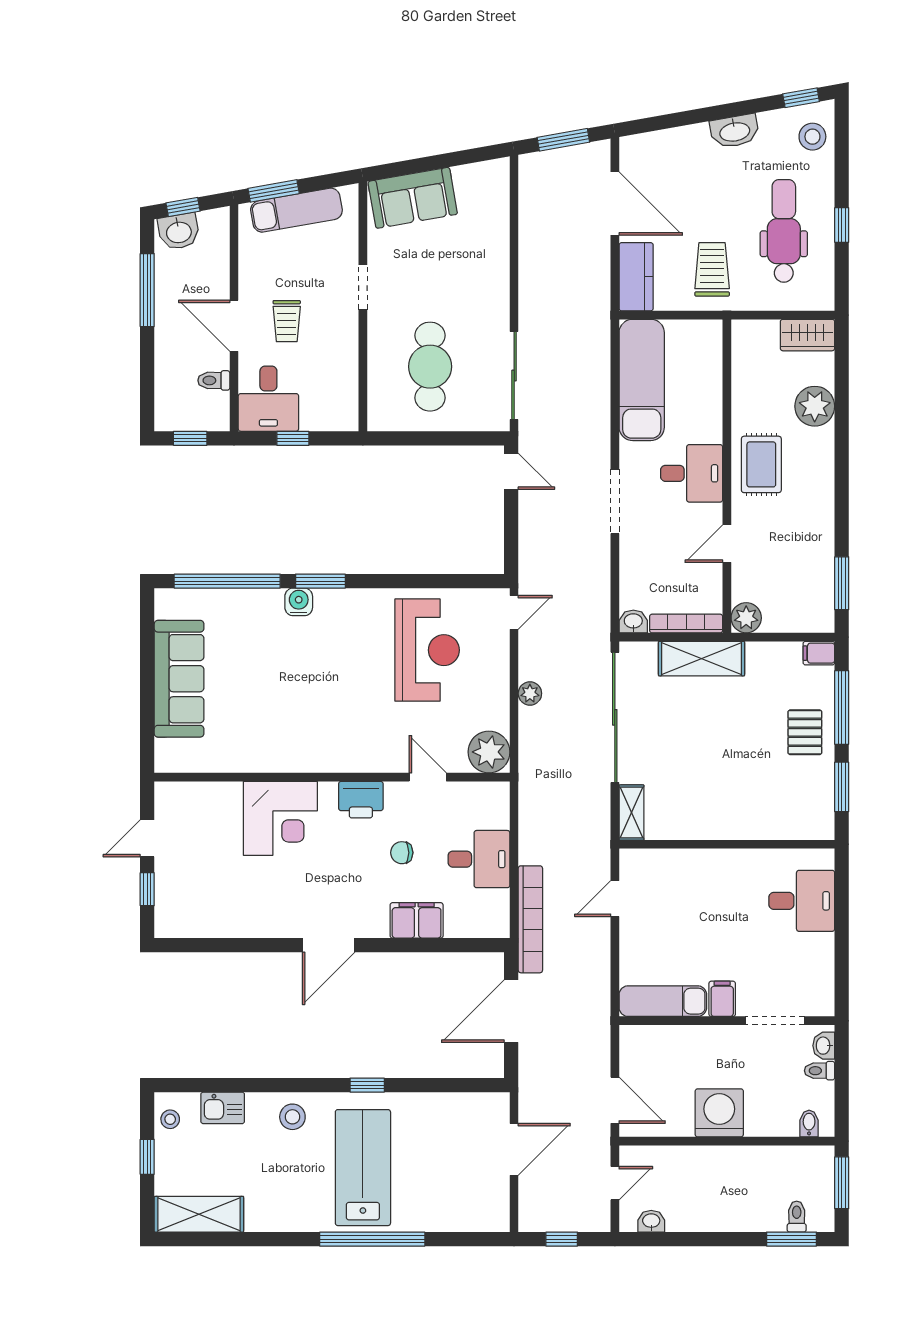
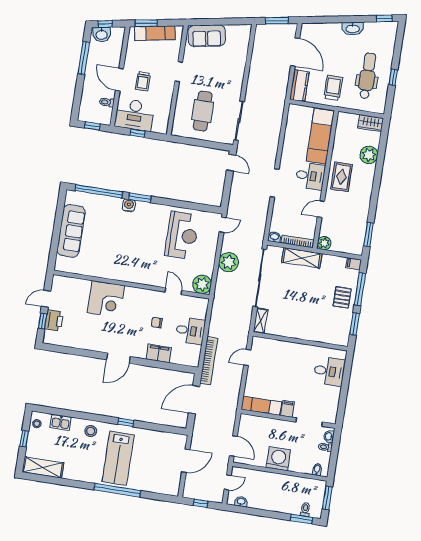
stool: (812, 137) -> (386, 36), removed
exam couch: (642, 380) -> (320, 136), moved, turned 180
desk: (268, 399) -> (134, 115), width x1.37
plant: (530, 693) -> (229, 262), width x1.88, depth x1.88
printer: (361, 800) -> (54, 320), moved, turned -90
lab bench: (363, 1168) -> (118, 458), turned 180

